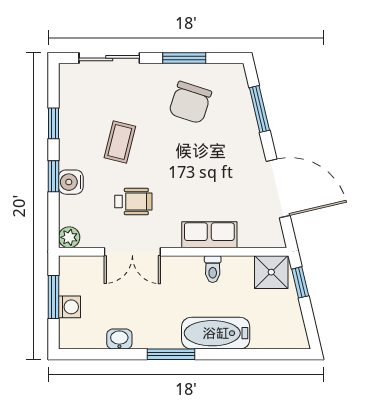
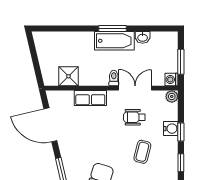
toilet: (213, 269) -> (114, 78), moved
shower: (271, 272) -> (68, 76), moved
window: (300, 282) -> (38, 70), removed
washing machine: (70, 307) -> (172, 80), moved
bathtub: (216, 333) -> (114, 41), moved

